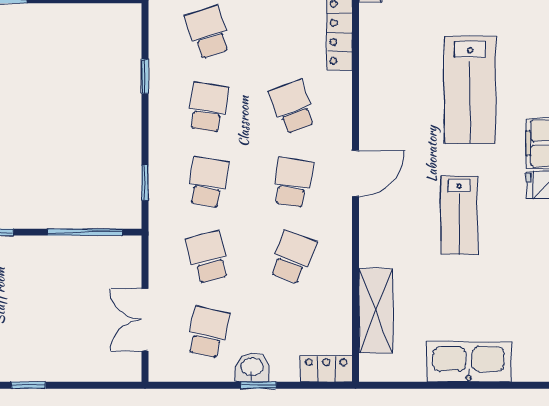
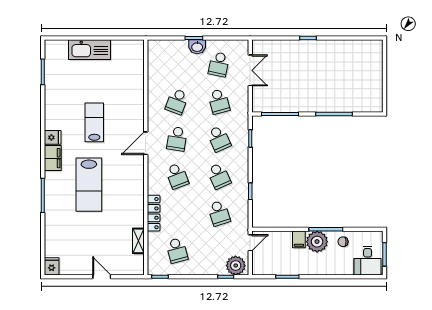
lab bench: (470, 90) -> (89, 185), turned 180
school desk: (208, 107) -> (219, 176), turned -33
school desk: (208, 182) -> (219, 139), turned -33
shelving: (376, 311) -> (136, 75), removed
locker: (326, 369) -> (160, 46), removed

